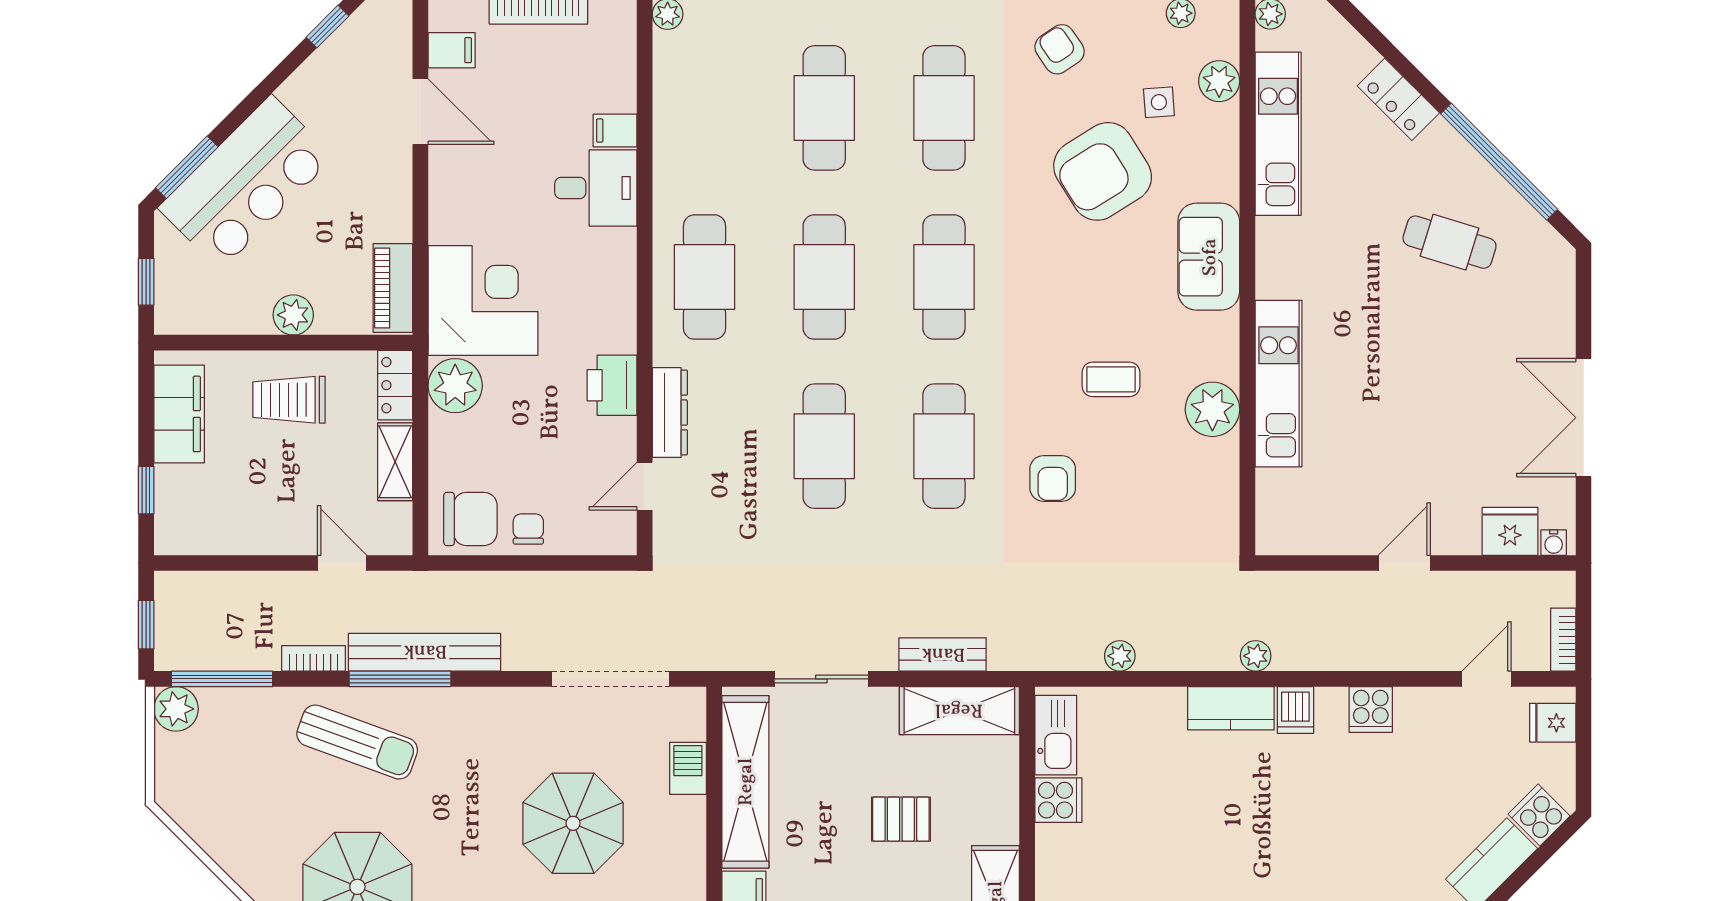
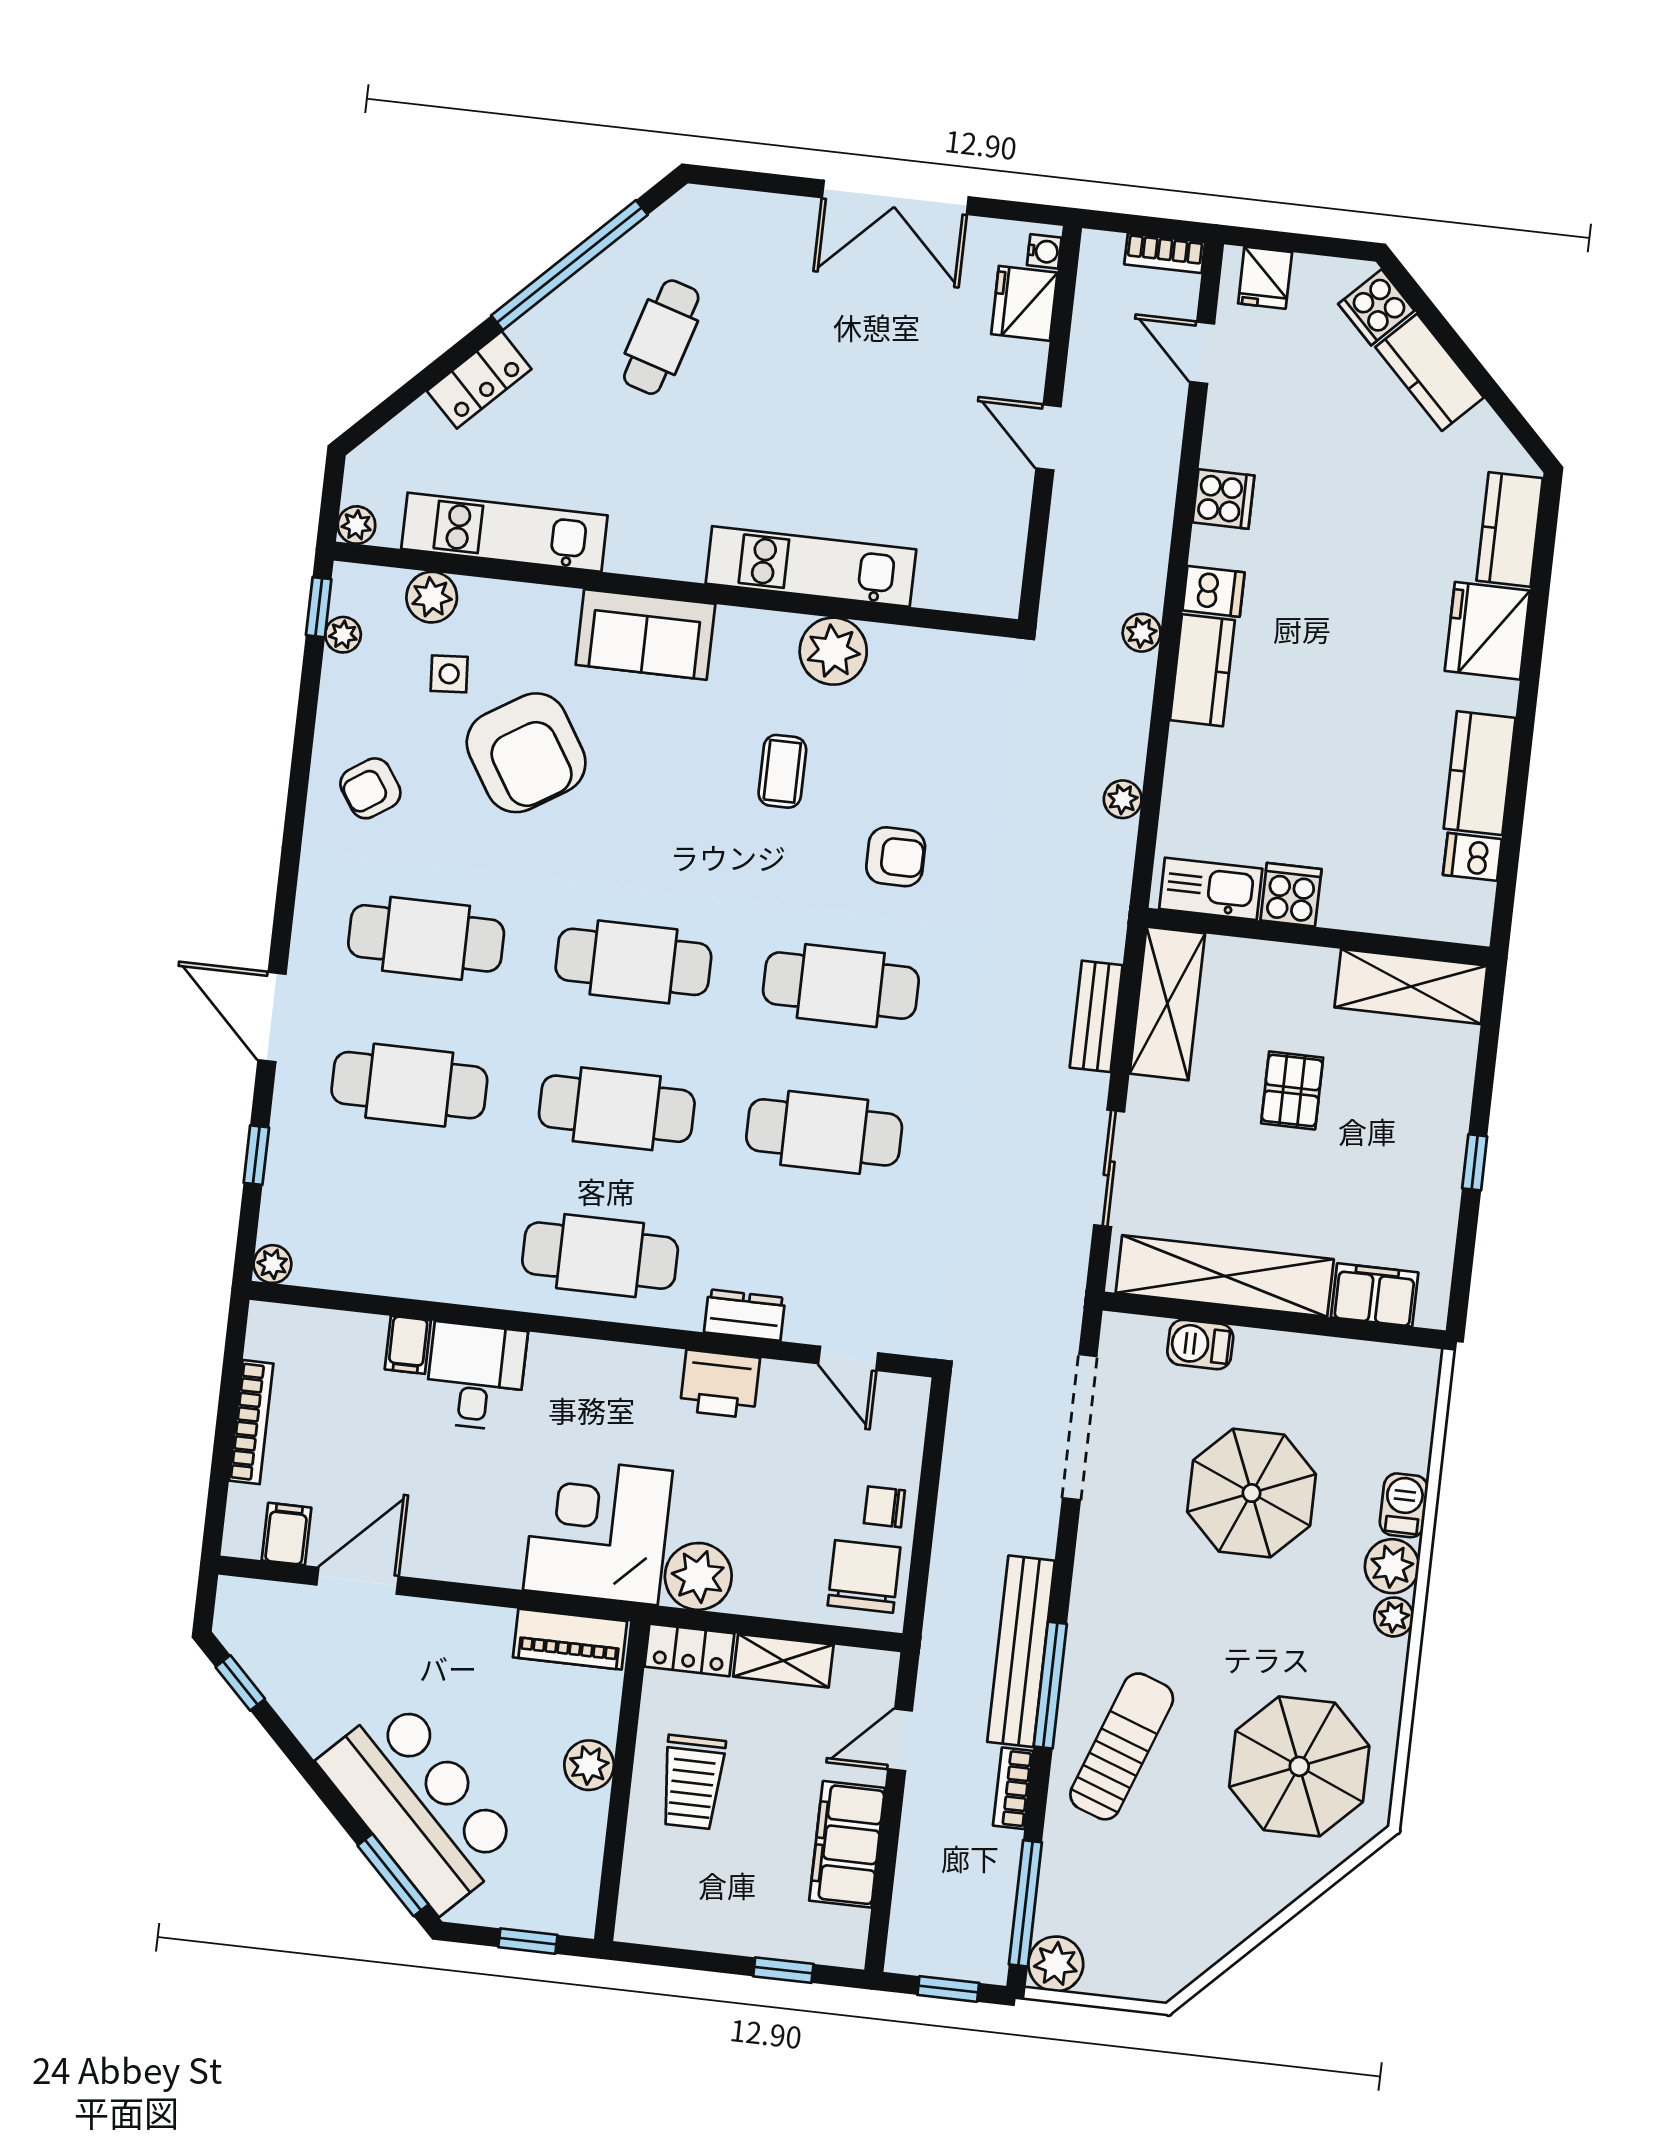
dresser: (670, 413) -> (745, 1315), width x0.70
filing cabinet: (179, 414) -> (847, 1844), moved, turned -90

